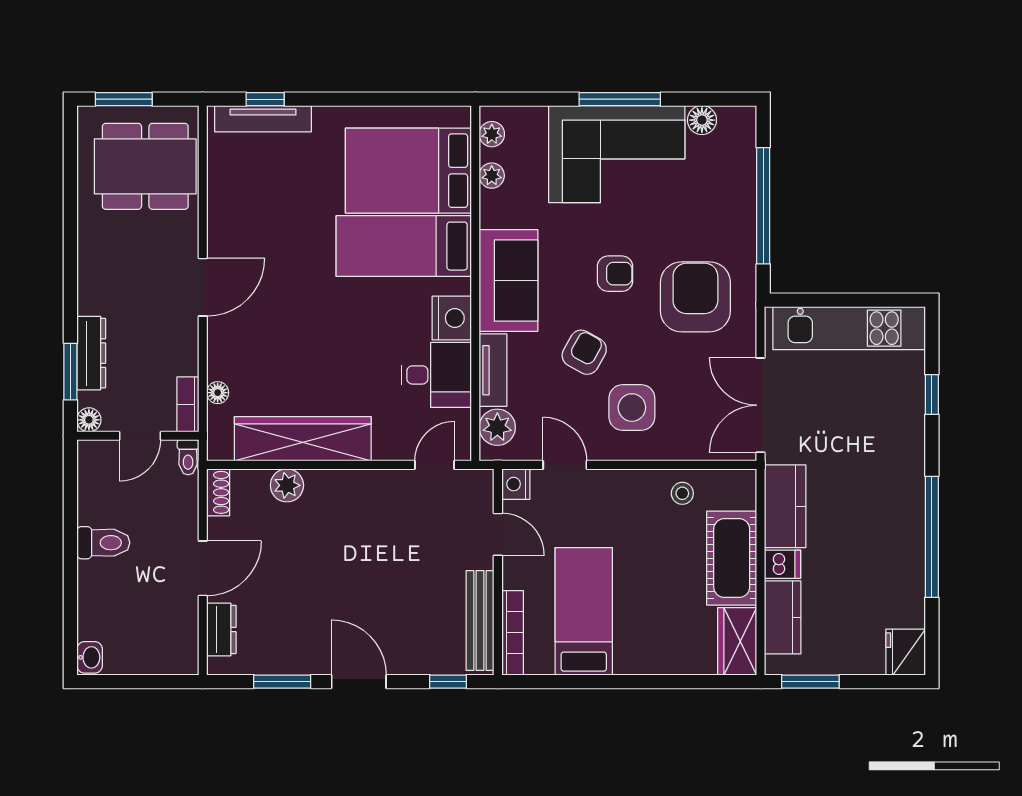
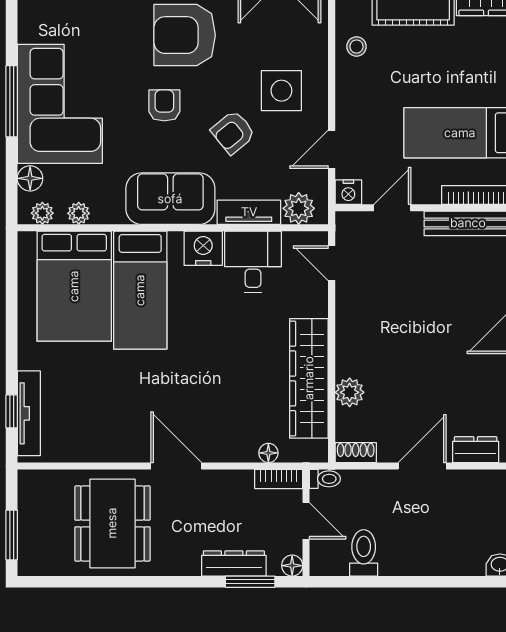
floor lamp: (702, 120) -> (30, 178), moved
dining table: (145, 166) -> (112, 523), moved
armchair: (584, 352) -> (233, 132), turned -68
toilet: (103, 543) -> (364, 553), moved
door: (203, 568) -> (422, 466), hinge flipped

